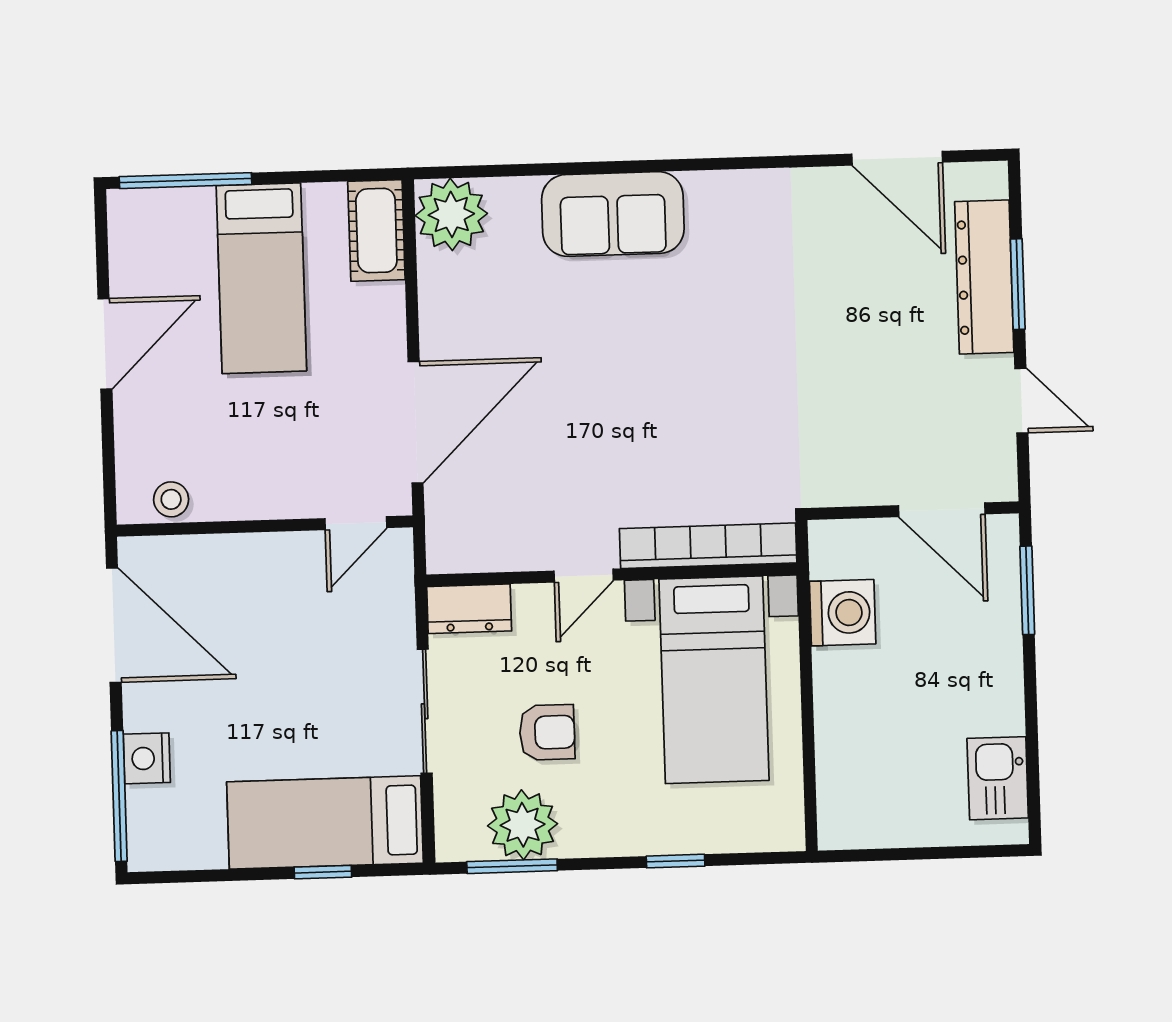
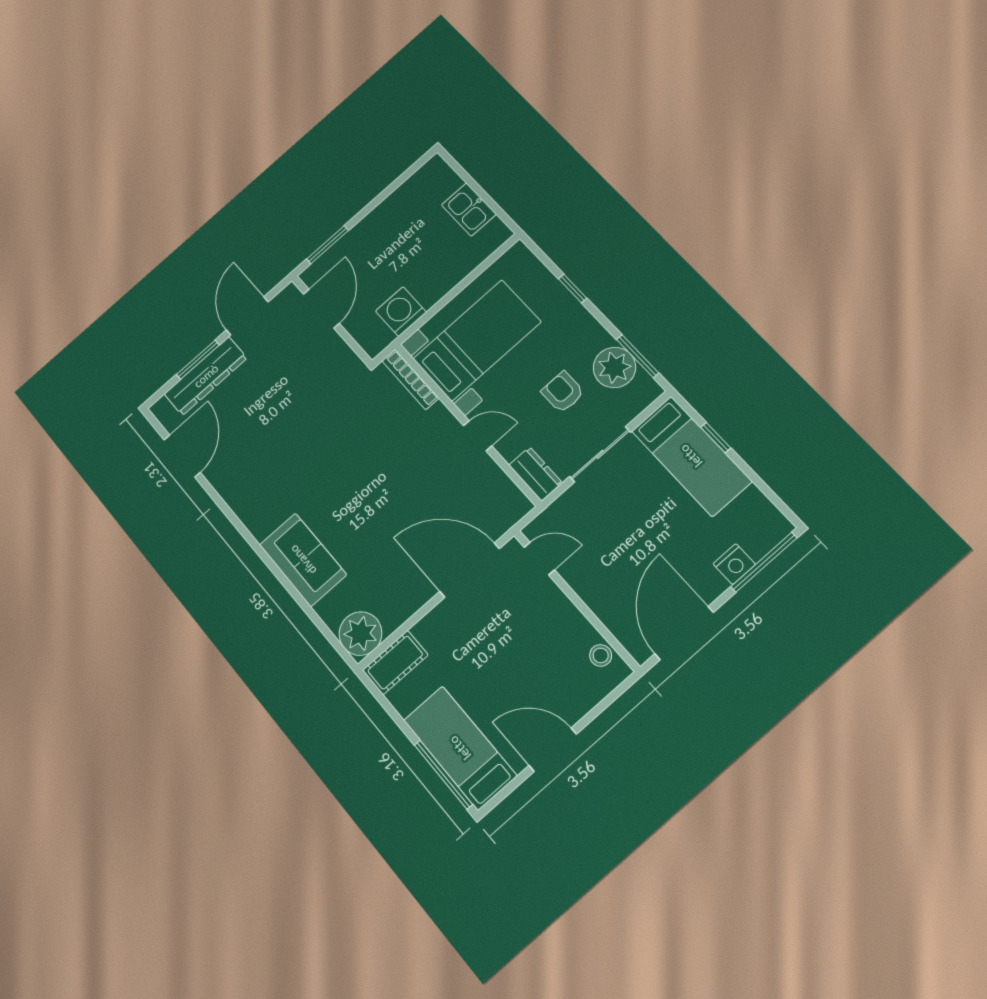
bed: (261, 278) -> (460, 748), moved, turned -90
door: (1021, 401) -> (247, 316), width x1.38
bookcase: (708, 546) -> (410, 379), width x0.68, depth x0.76
kitchen sink: (998, 778) -> (469, 209), moved, turned 90

